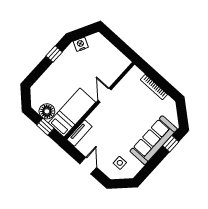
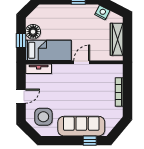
wardrobe: (111, 52) -> (117, 39), added
side table: (120, 163) -> (43, 117), width x1.87, depth x1.87

